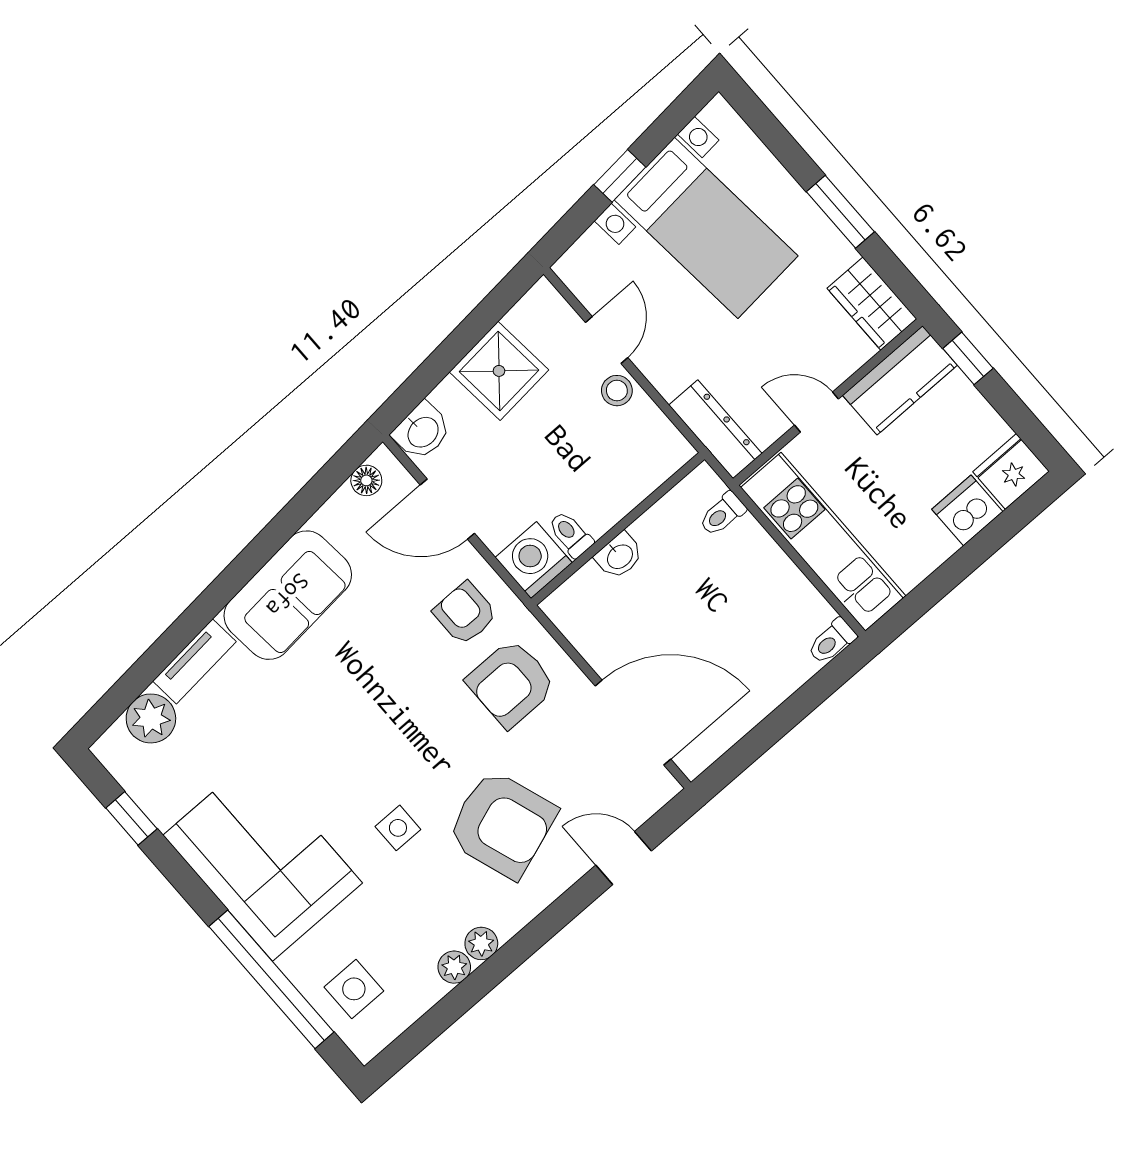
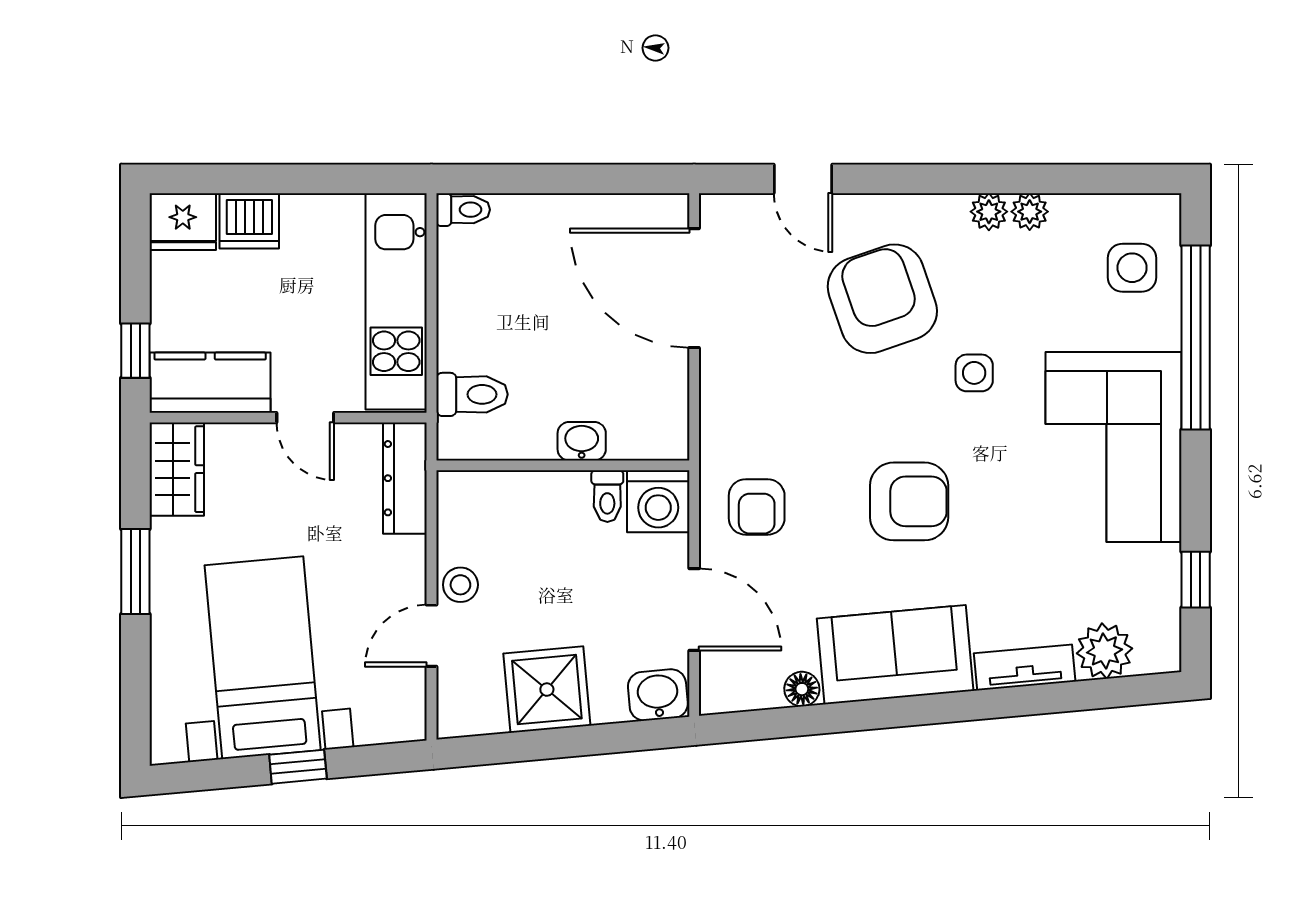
floor lamp: (366, 480) -> (802, 689), moved
toilet: (722, 514) -> (472, 394), width x1.37, depth x1.39
armchair: (511, 683) -> (909, 501), moved

